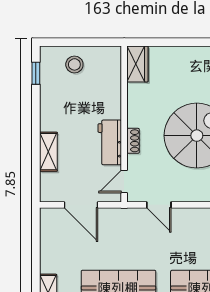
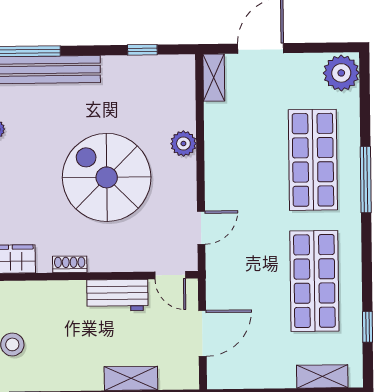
shoe rack: (133, 141) -> (70, 264), moved

